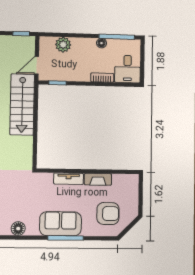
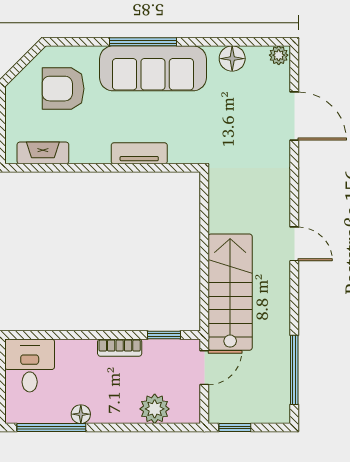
bookcase: (102, 78) -> (120, 348), moved
fireplace: (98, 179) -> (43, 153), moved
sofa: (60, 224) -> (153, 68), width x1.36

